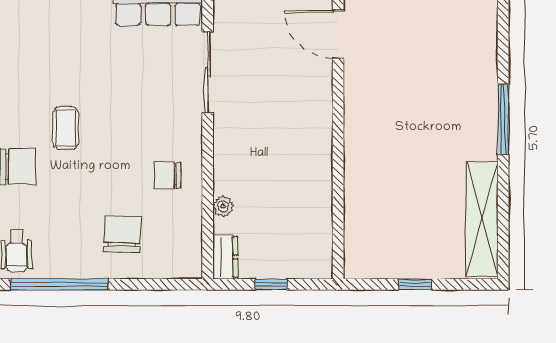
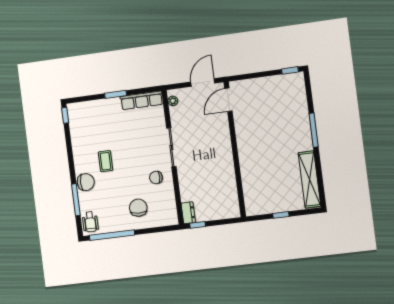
door: (338, 34) -> (228, 100), hinge flipped
sliding door: (208, 72) -> (171, 147), moved
plant: (223, 206) -> (173, 101), moved
window: (271, 284) -> (198, 225), moved

